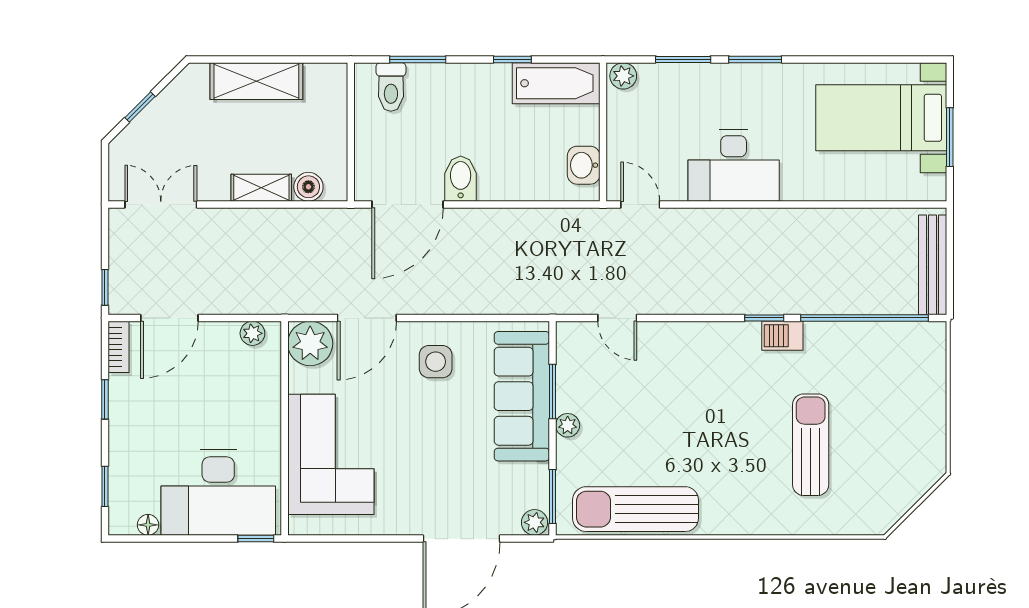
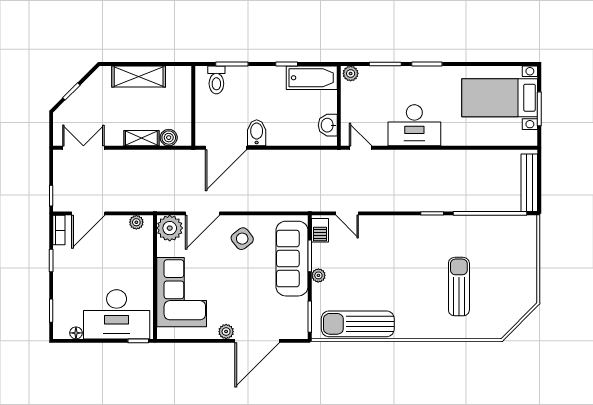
barbecue: (782, 336) -> (320, 230), moved, turned -90
side table: (436, 362) -> (242, 239), turned -38
plant: (535, 522) -> (226, 332), moved

